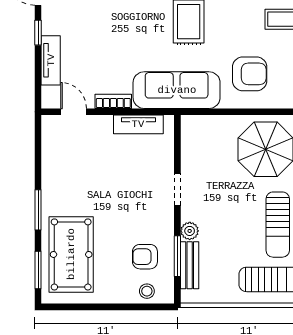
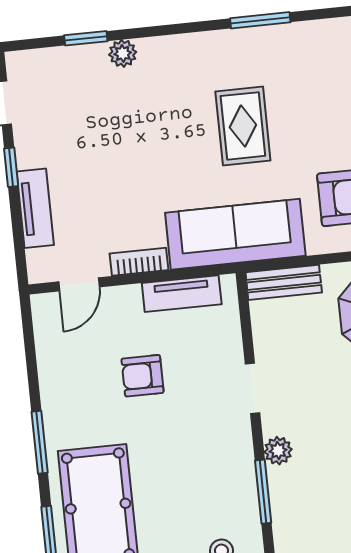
door: (74, 112) -> (79, 284), swing flipped
armchair: (145, 257) -> (143, 376), moved
bench: (190, 265) -> (284, 282), moved, turned 90

